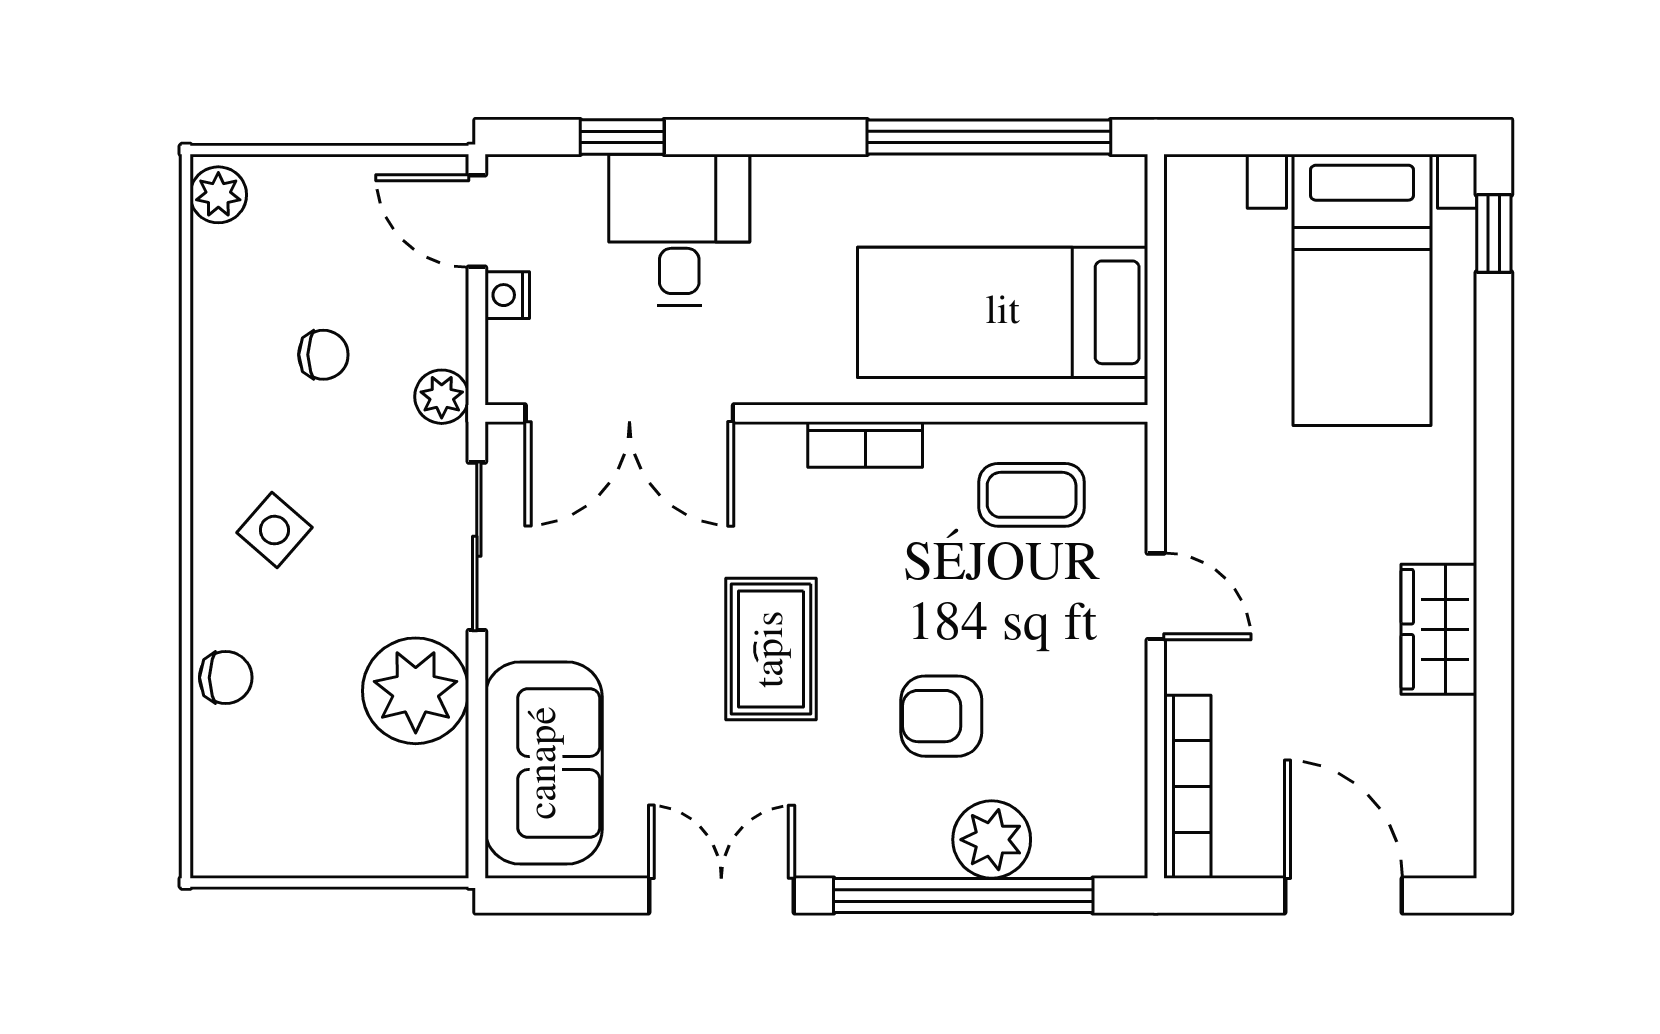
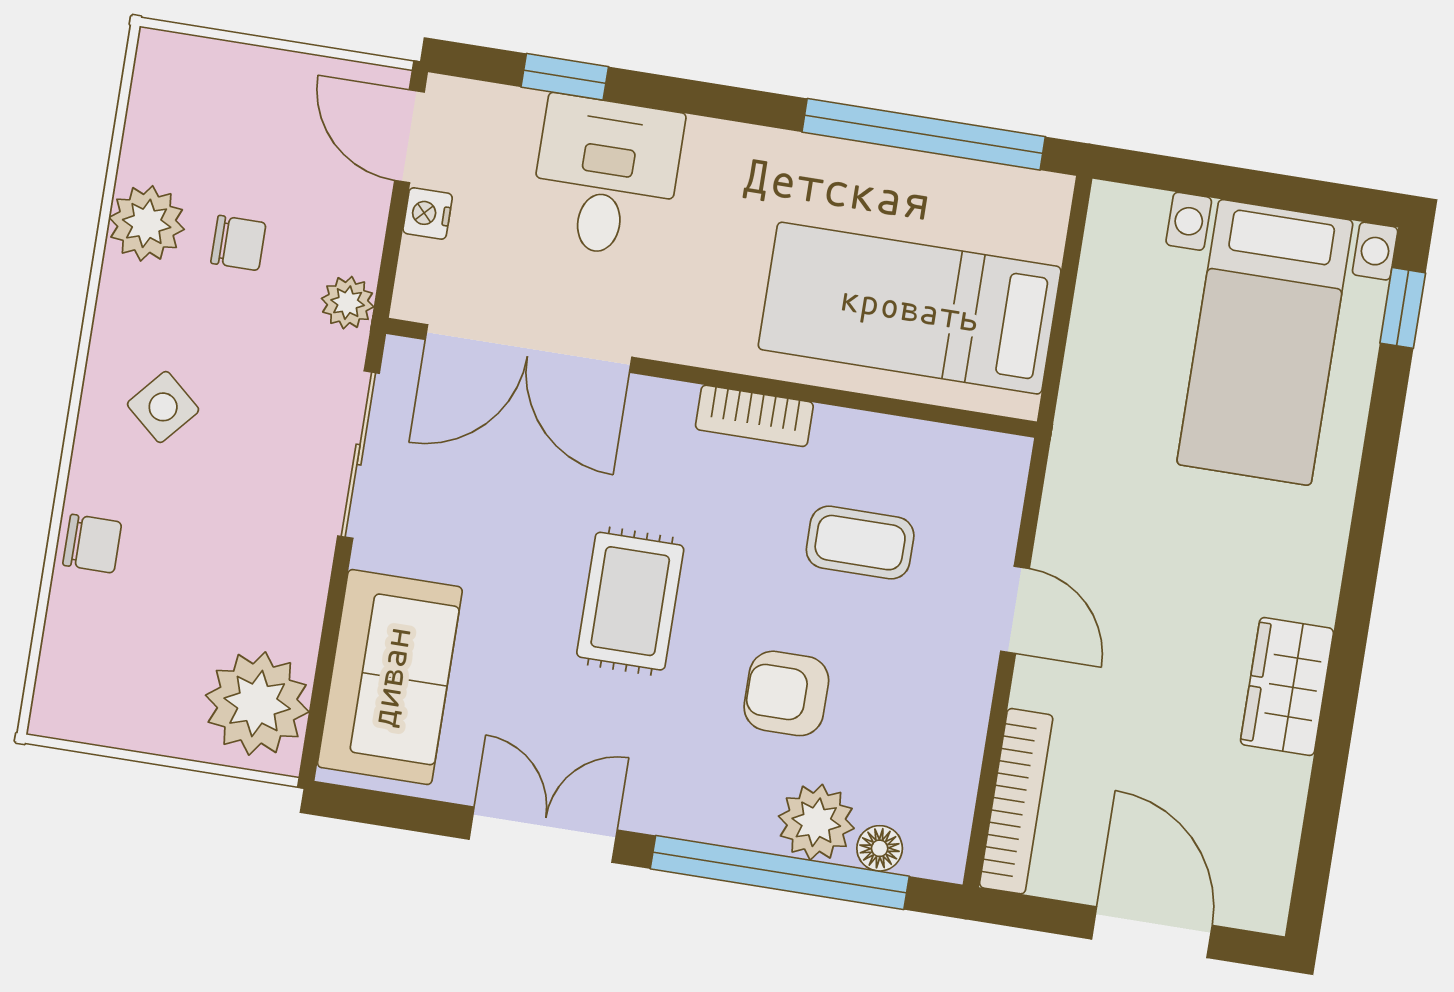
plant: (218, 195) -> (147, 223), moved, width x1.38, depth x1.38
coffee table: (1032, 495) -> (860, 543), moved
plant: (416, 691) -> (257, 704), moved
floor lamp: (1059, 855) -> (880, 848), added

